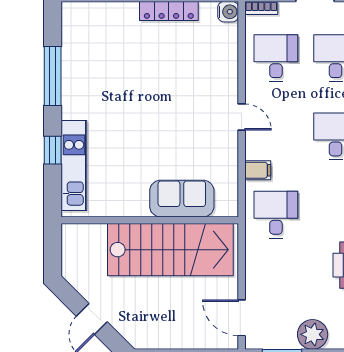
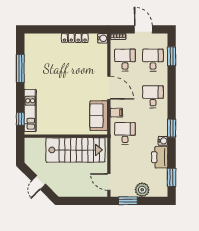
door: (242, 117) -> (109, 88), width x1.88
window: (53, 150) -> (20, 119), moved
sofa: (182, 199) -> (99, 116), moved, turned -90

